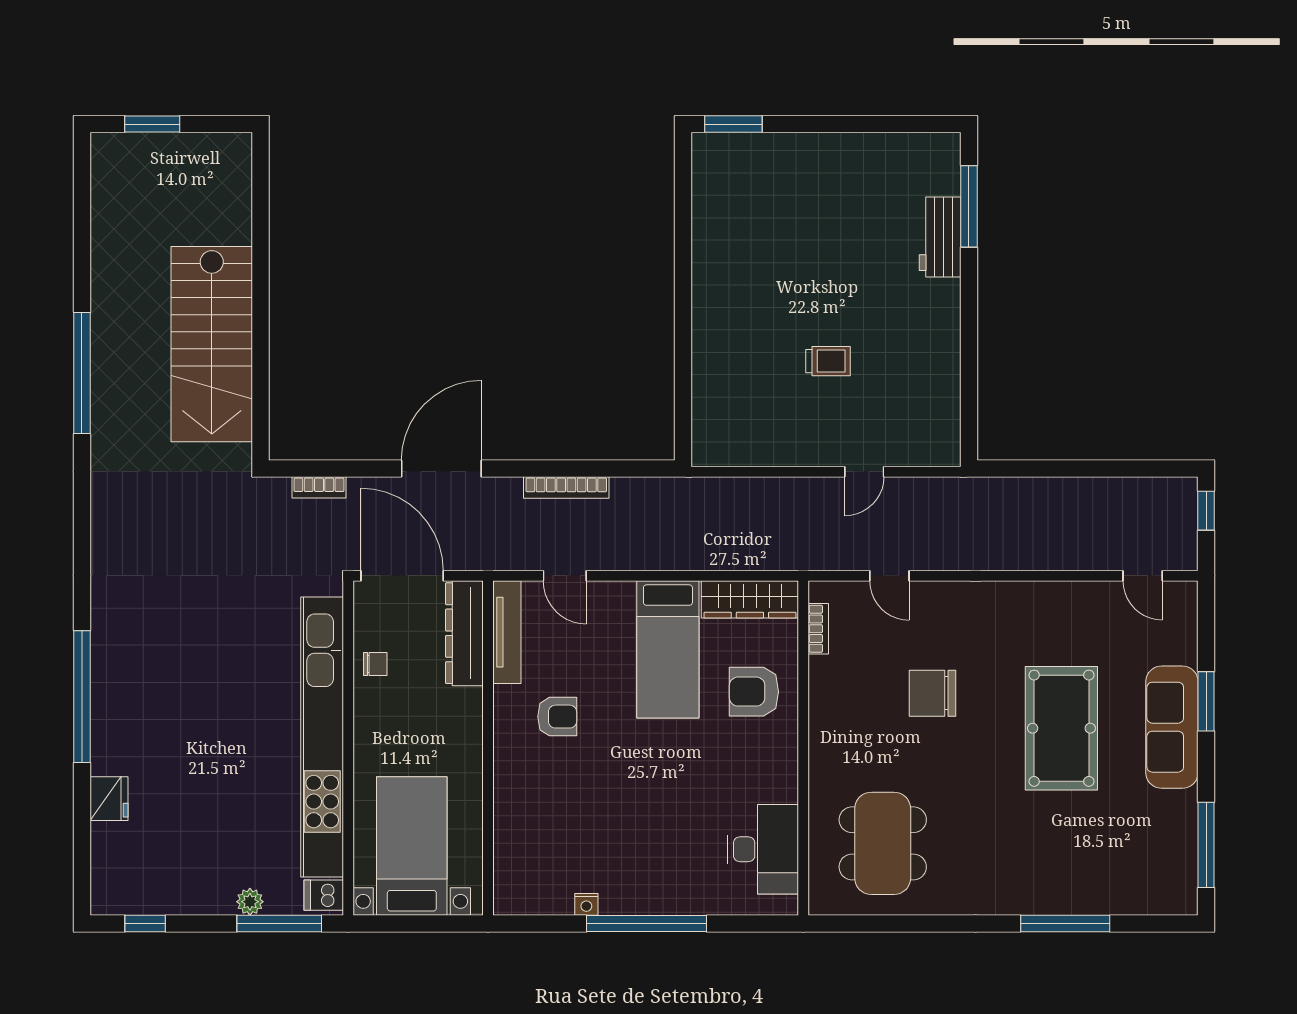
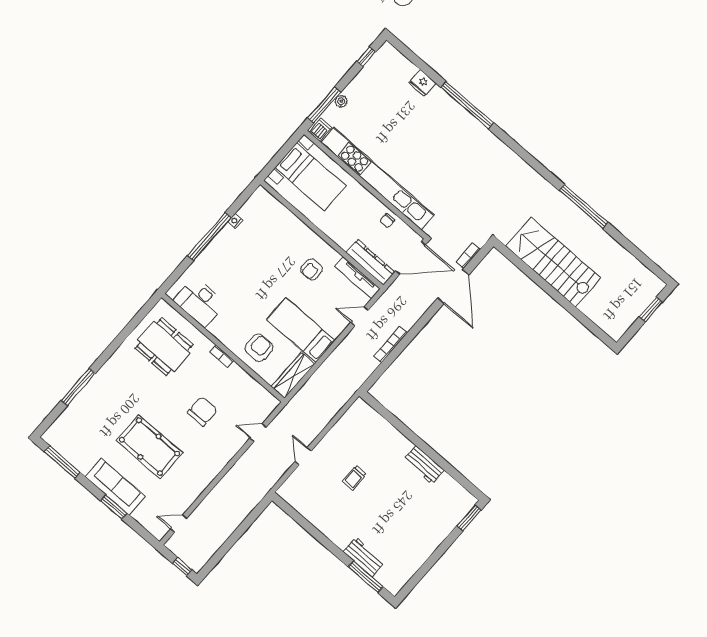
workbench: (711, 269) -> (424, 465), added
door: (441, 468) -> (453, 286), moved
bookcase: (818, 629) -> (222, 356), moved

